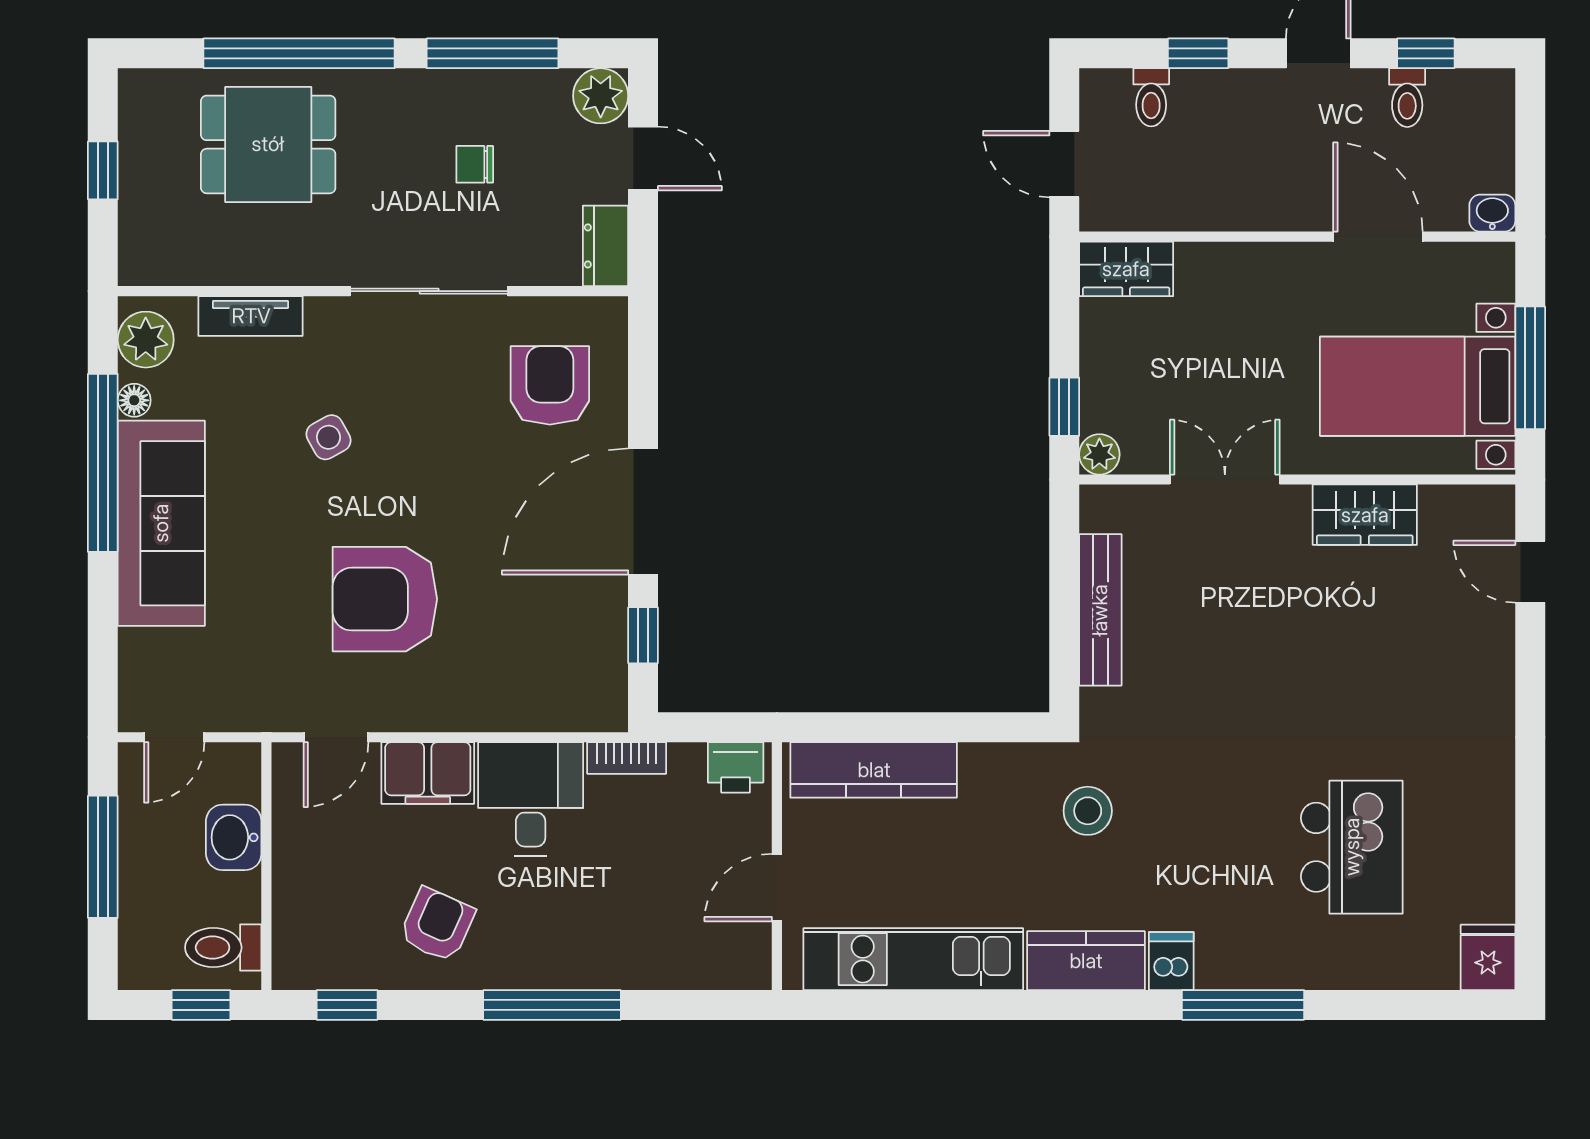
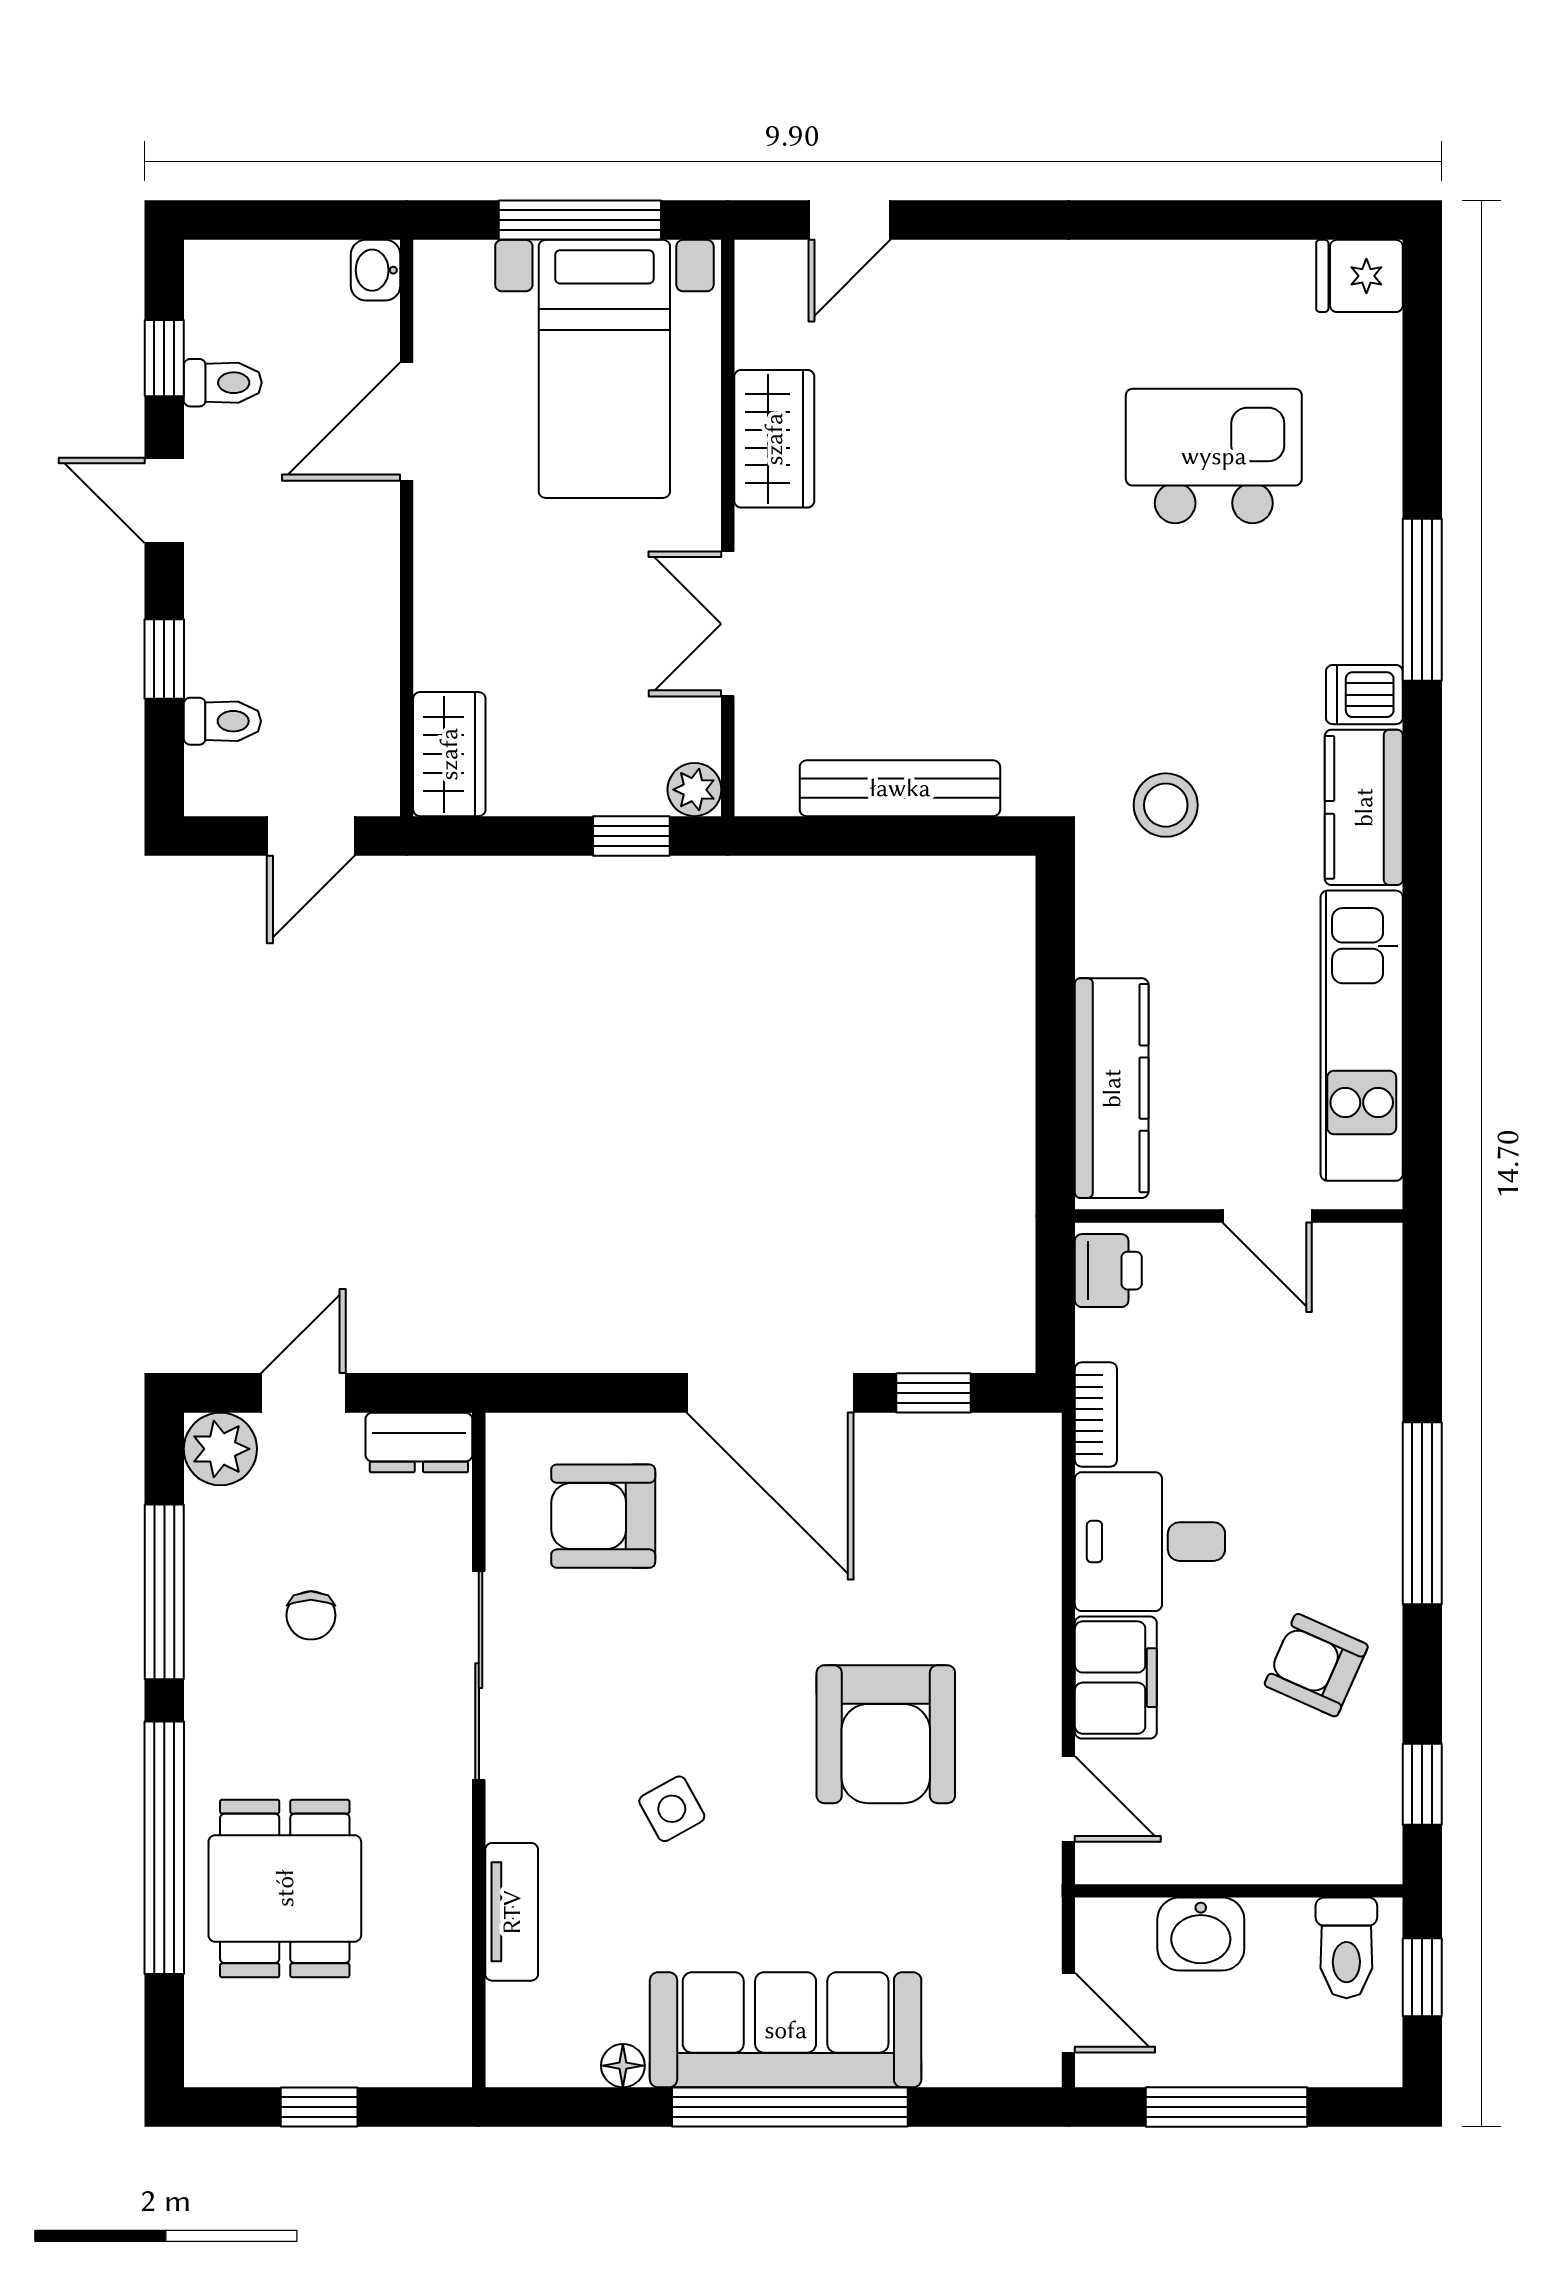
plant: (146, 340) -> (543, 2050), removed
window: (103, 463) -> (790, 2107), moved

